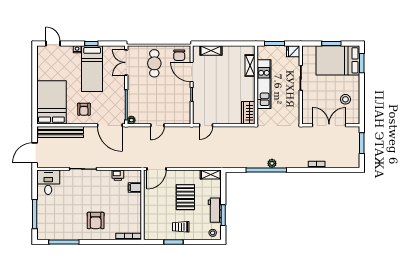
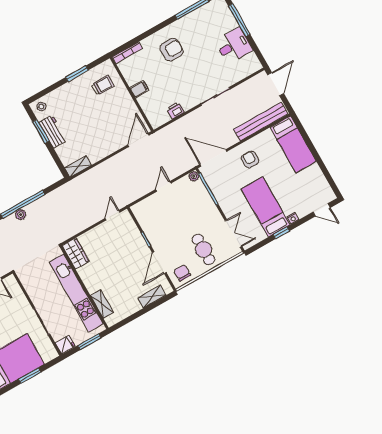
door: (192, 72) -> (159, 263), swing flipped
kitchen unit: (264, 84) -> (76, 293), width x1.36
bed: (51, 102) -> (293, 144), width x0.67
desk: (48, 182) -> (234, 46), moved, turned -90
filing cabinet: (135, 188) -> (139, 89), moved
pallet: (185, 197) -> (91, 128), removed
armchair: (96, 220) -> (171, 50), turned 90
trolley: (181, 227) -> (103, 85), moved

